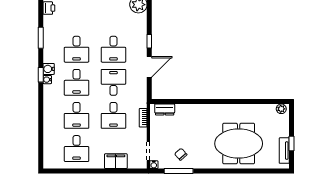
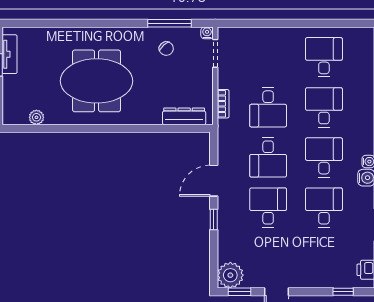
dresser: (165, 109) -> (184, 116), width x1.44
plant: (281, 109) -> (36, 117), moved
desk: (113, 115) -> (268, 107), turned 180
meeting table: (239, 144) -> (97, 81), moved
filing cabinet: (116, 161) -> (264, 38), removed

